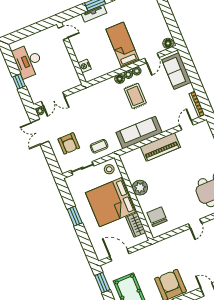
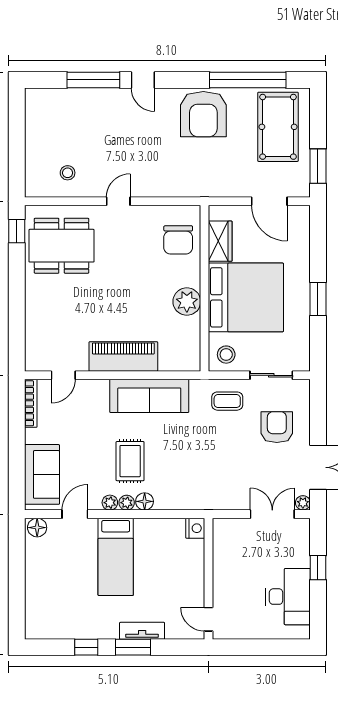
nightstand: (85, 66) -> (195, 528), moved

